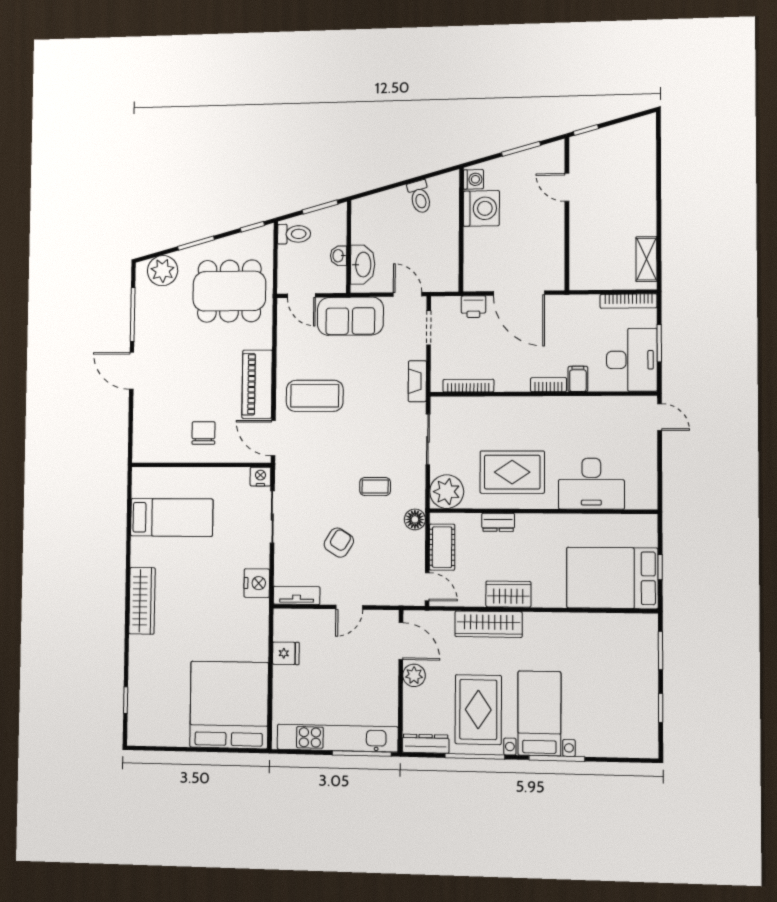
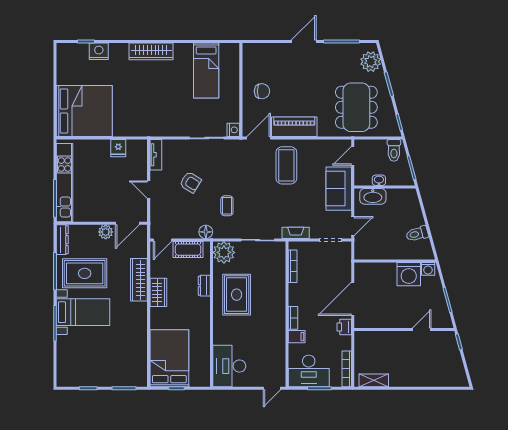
printer: (473, 307) -> (344, 327), moved
desk: (591, 484) -> (229, 366), moved
nightstand: (257, 583) -> (99, 51), moved, turned 180

